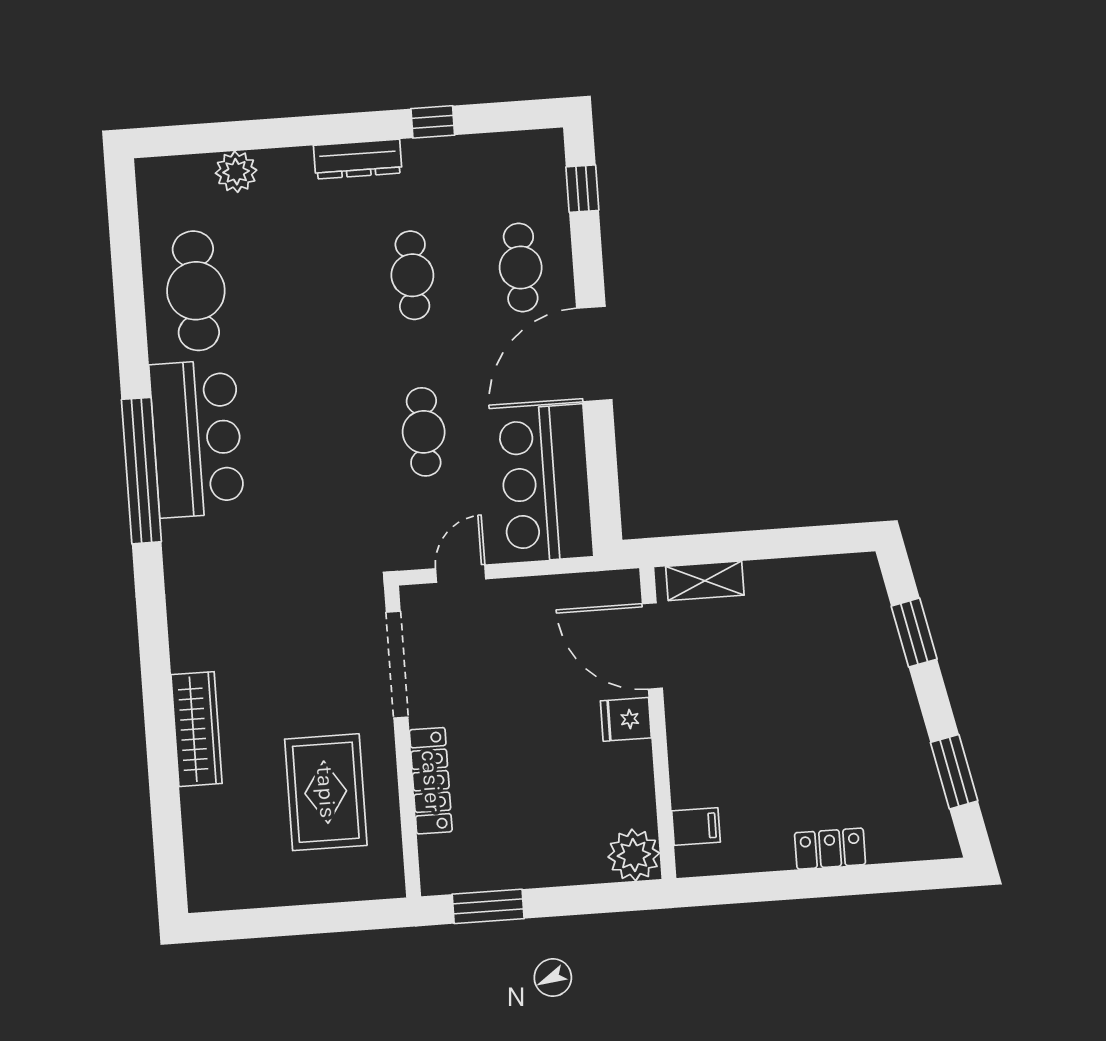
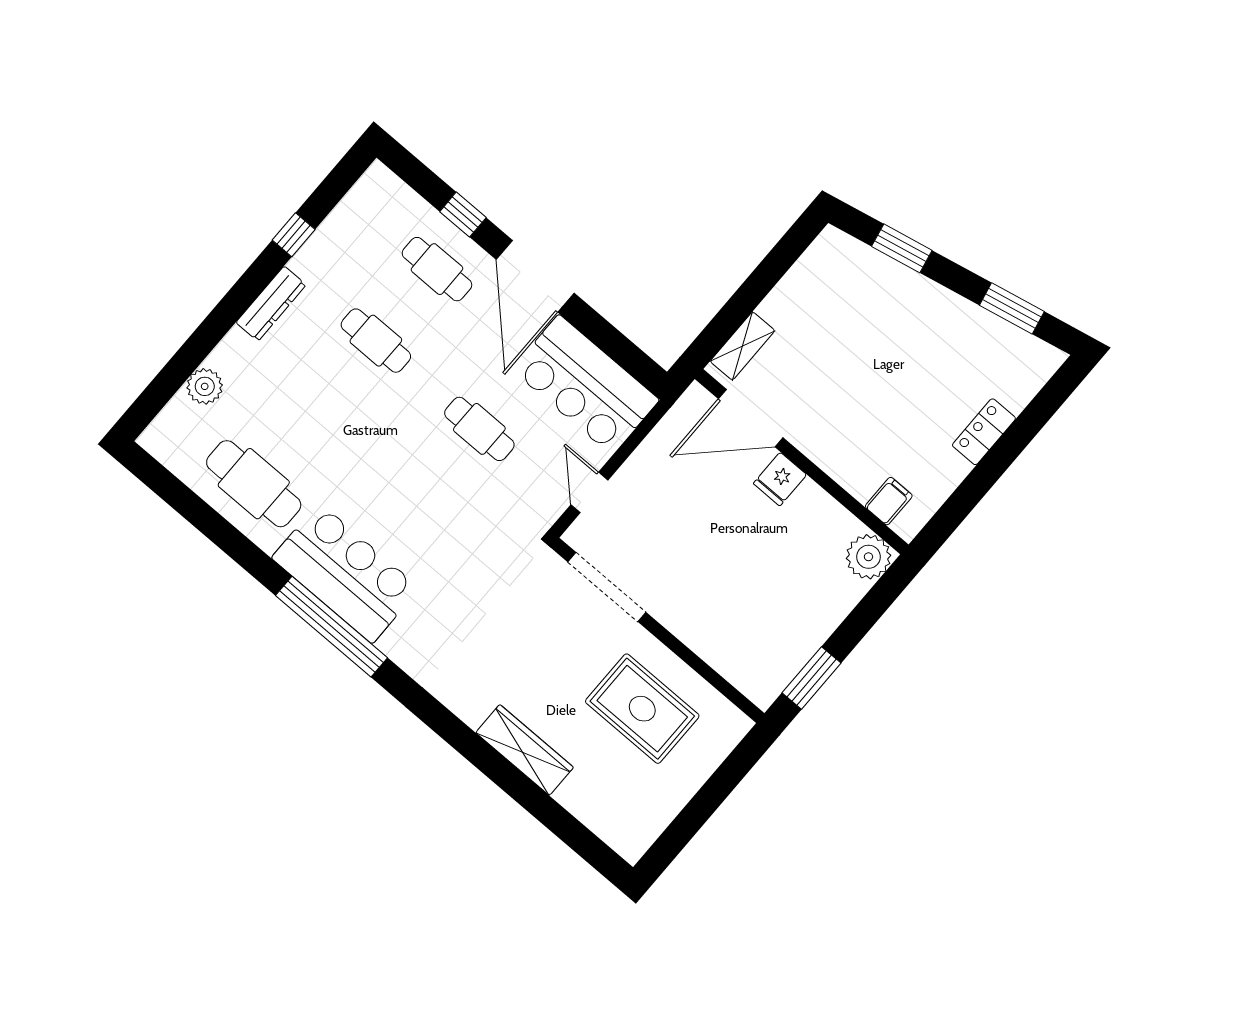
window: (582, 189) -> (463, 215), moved
locker: (431, 781) -> (699, 637), removed

